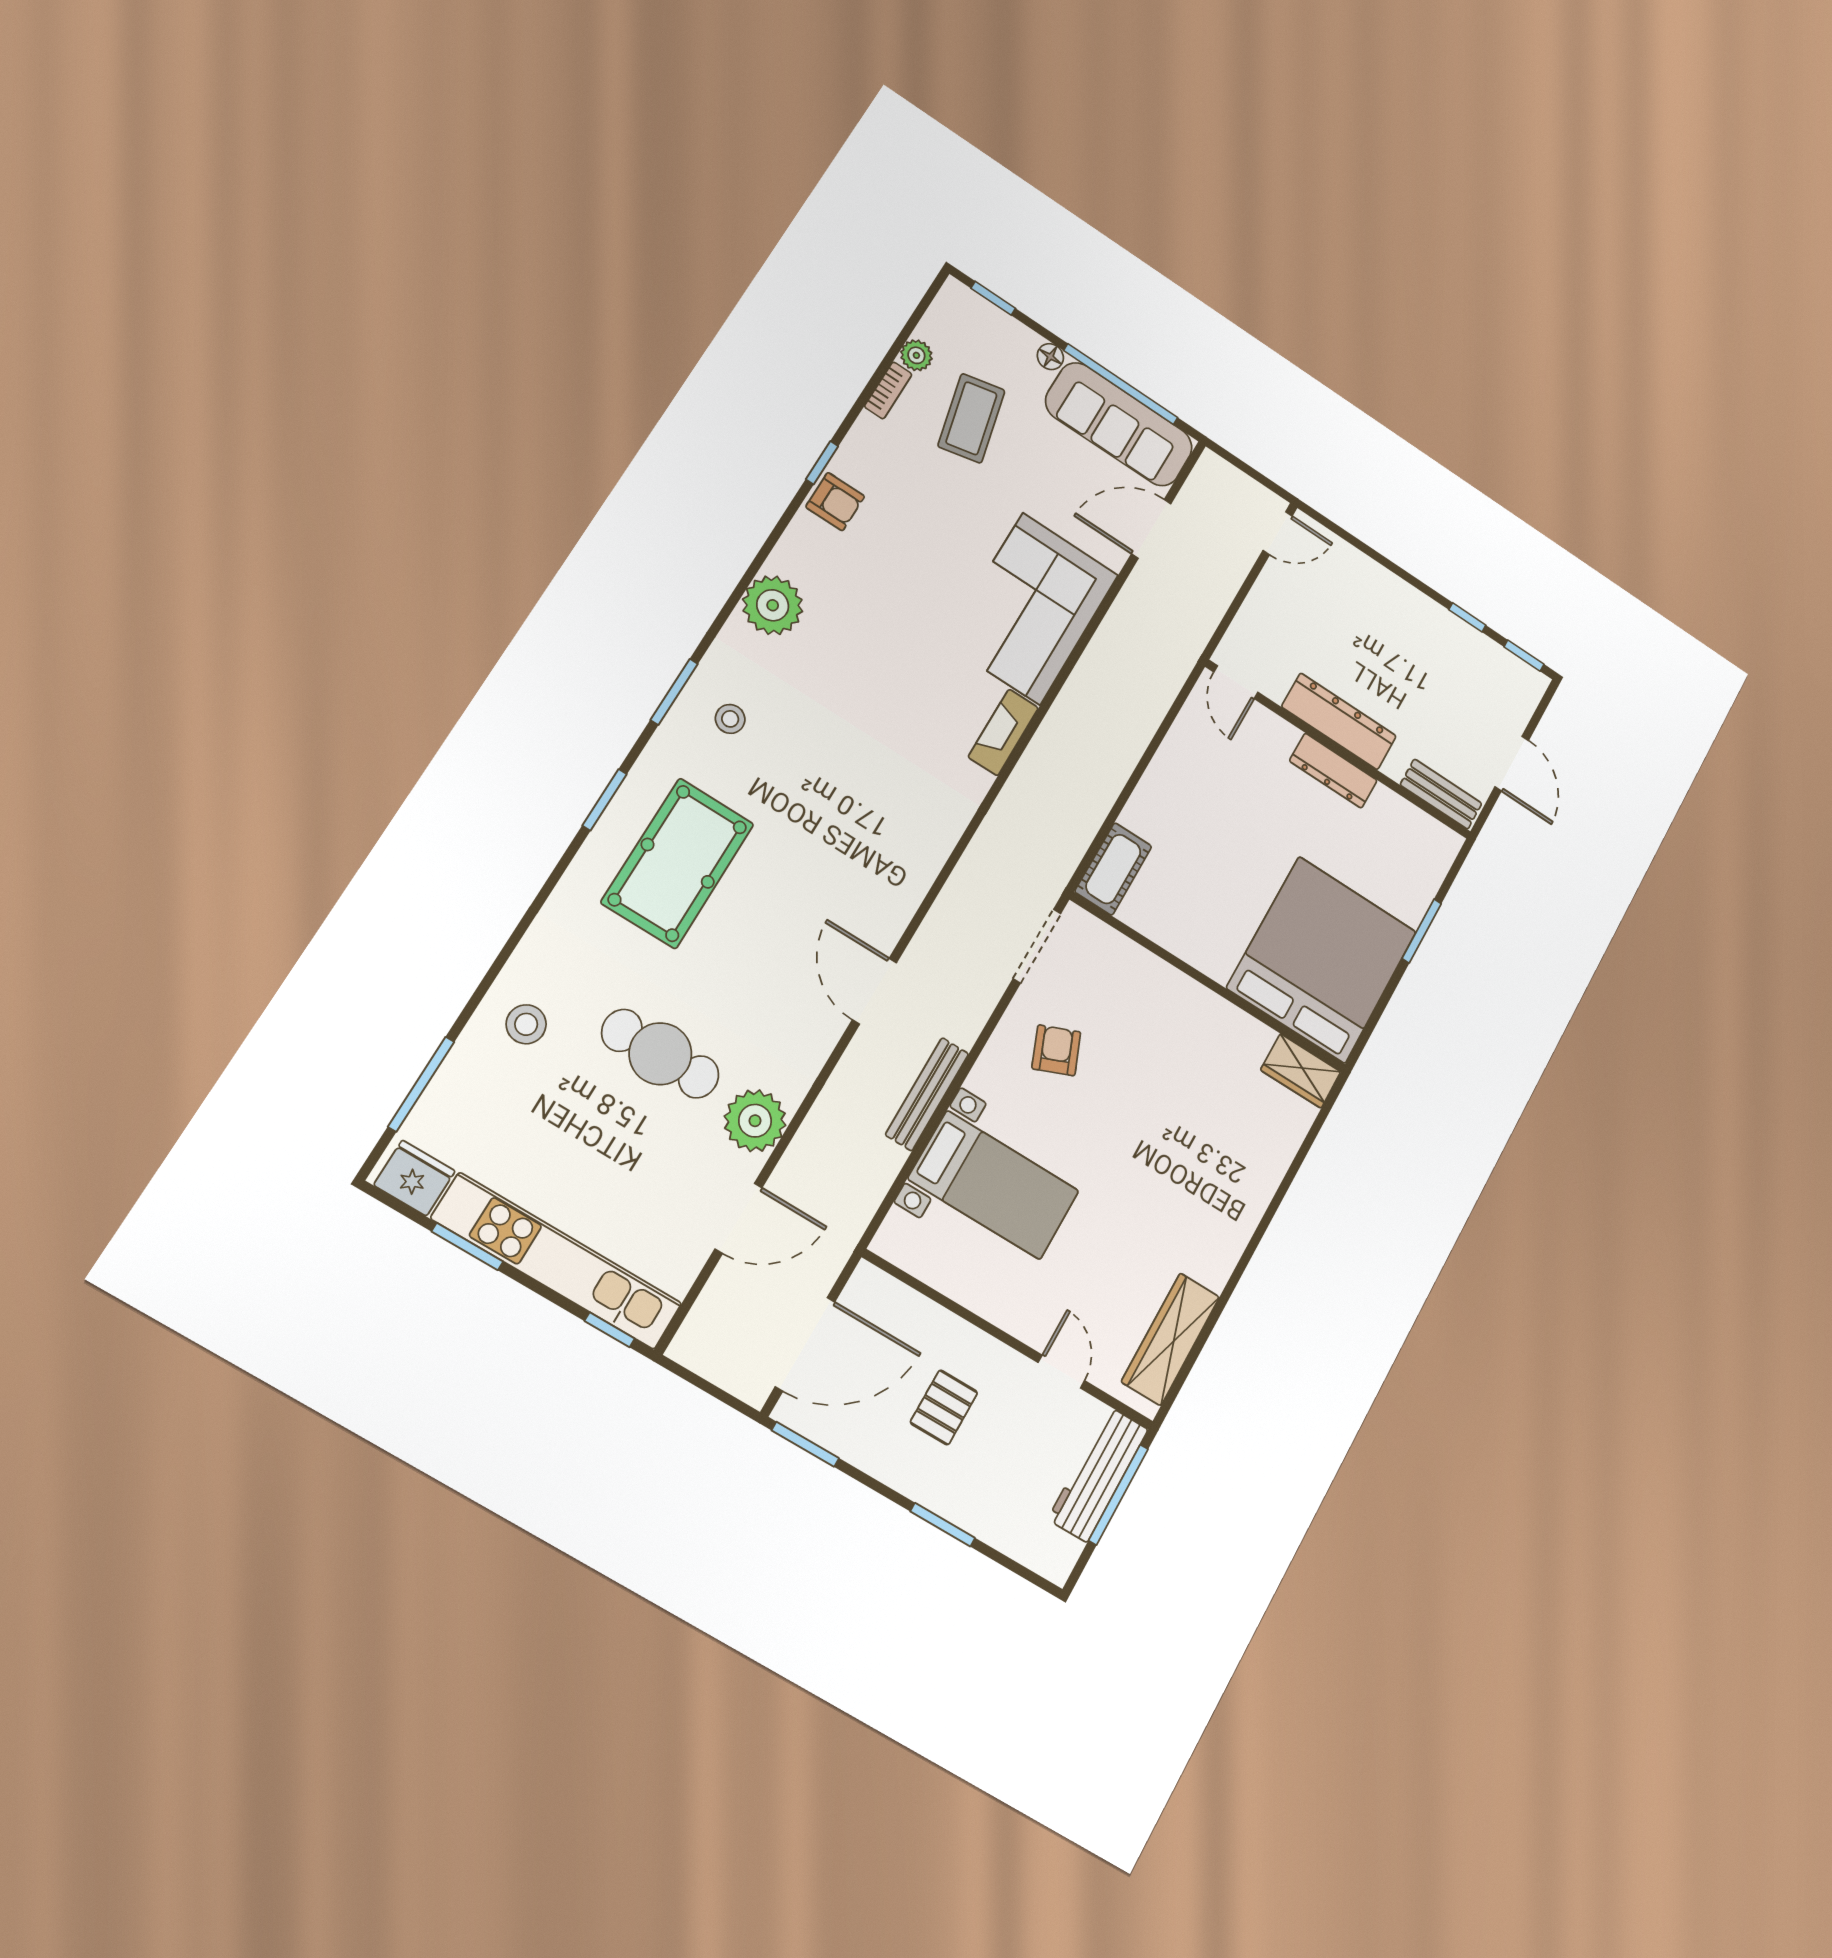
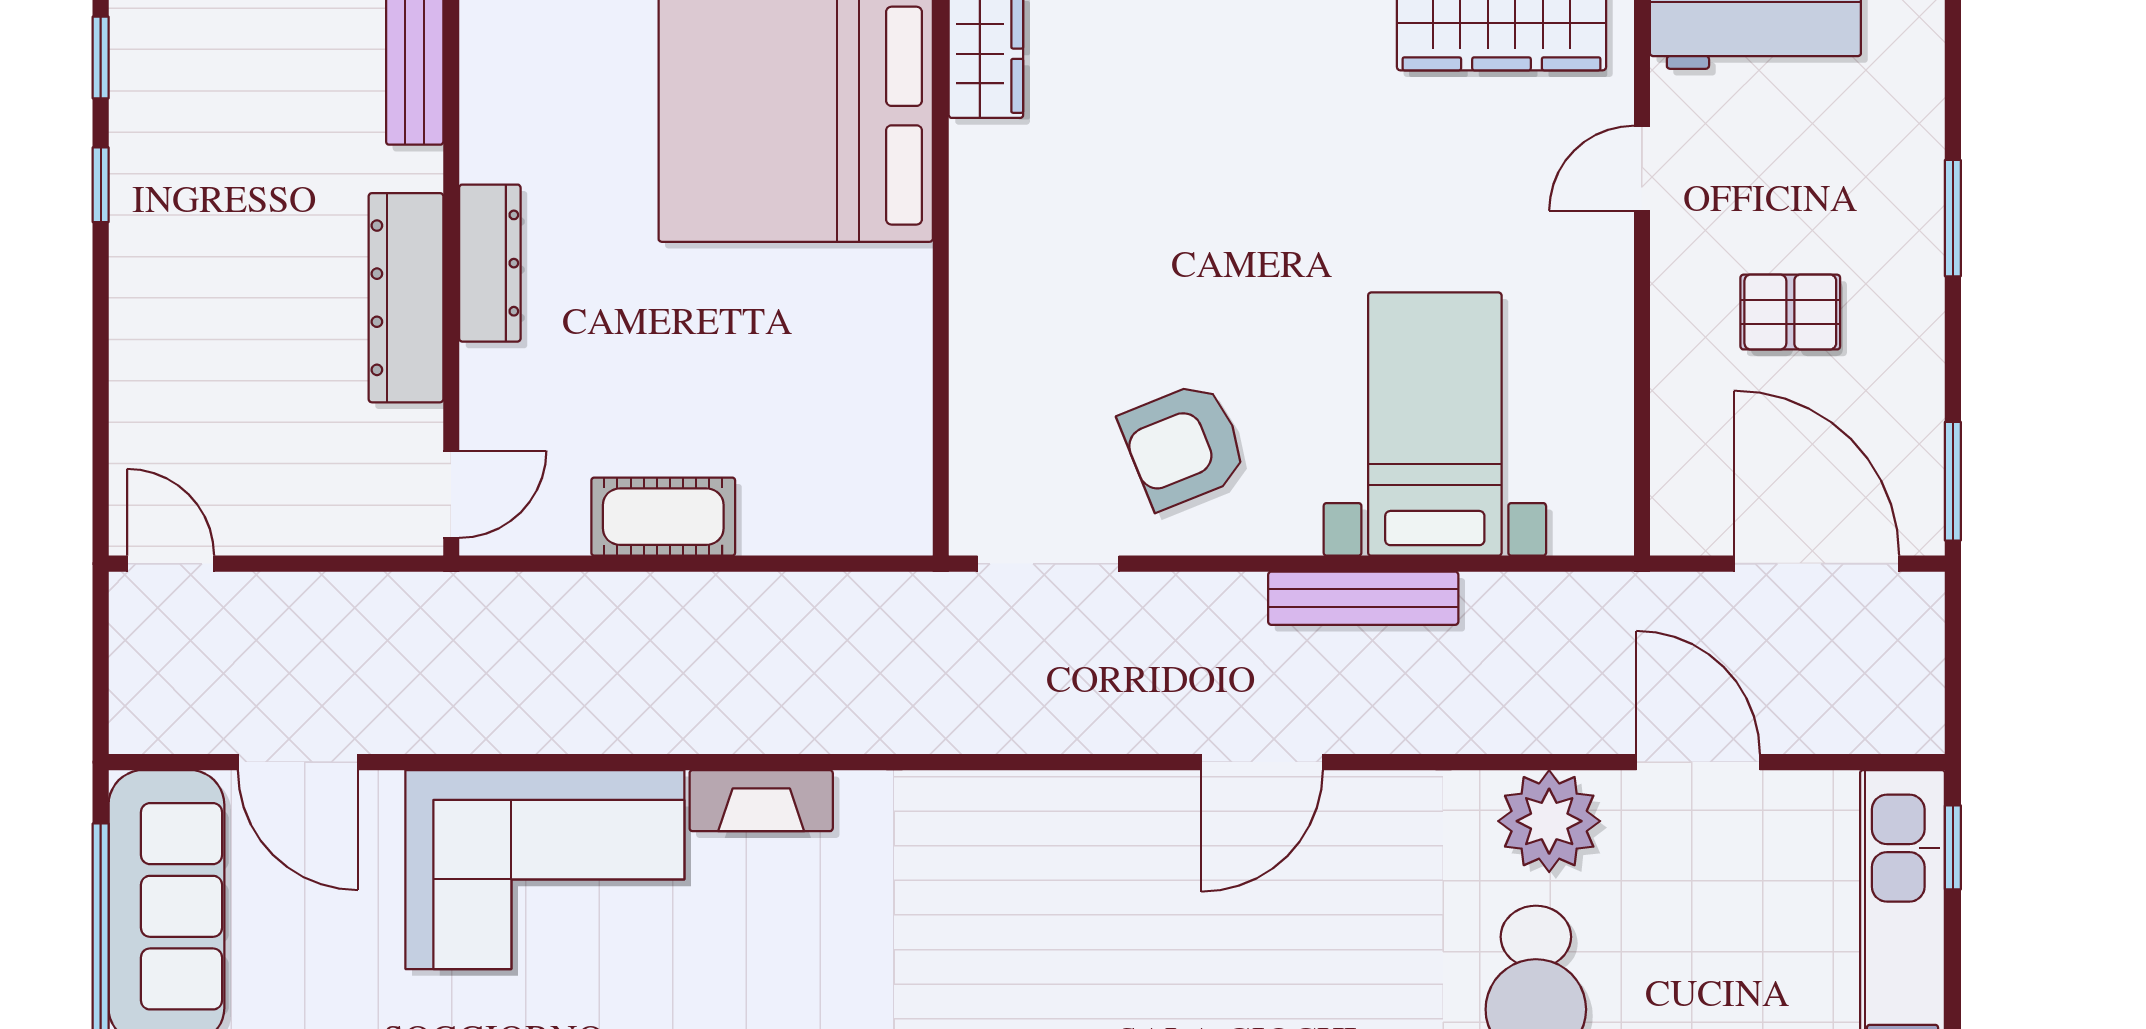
cot: (1113, 869) -> (663, 517), moved
armchair: (1056, 1050) -> (1184, 445), width x1.38, depth x1.38

